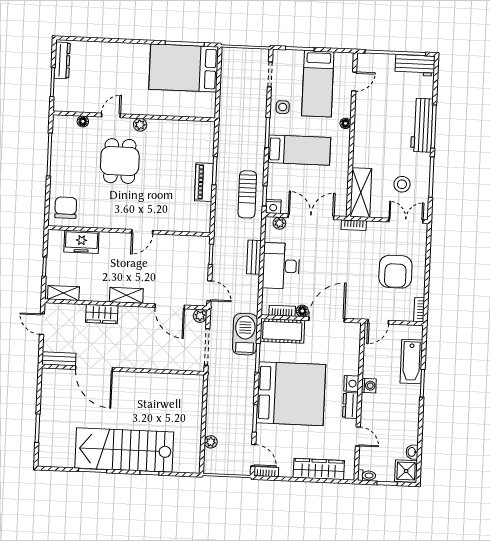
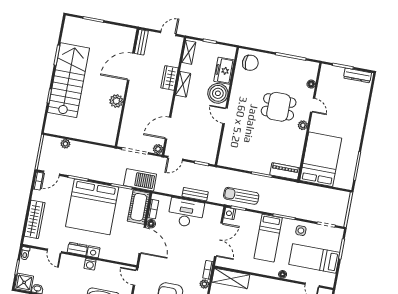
bed: (184, 68) -> (321, 159), moved
piano: (204, 182) -> (285, 171), moved
plant: (279, 223) -> (204, 284), moved
boiler: (113, 246) -> (218, 93), added
shelving: (126, 295) -> (183, 84), moved
plant: (143, 381) -> (116, 101), added
door: (358, 436) -> (54, 251), hinge flipped

